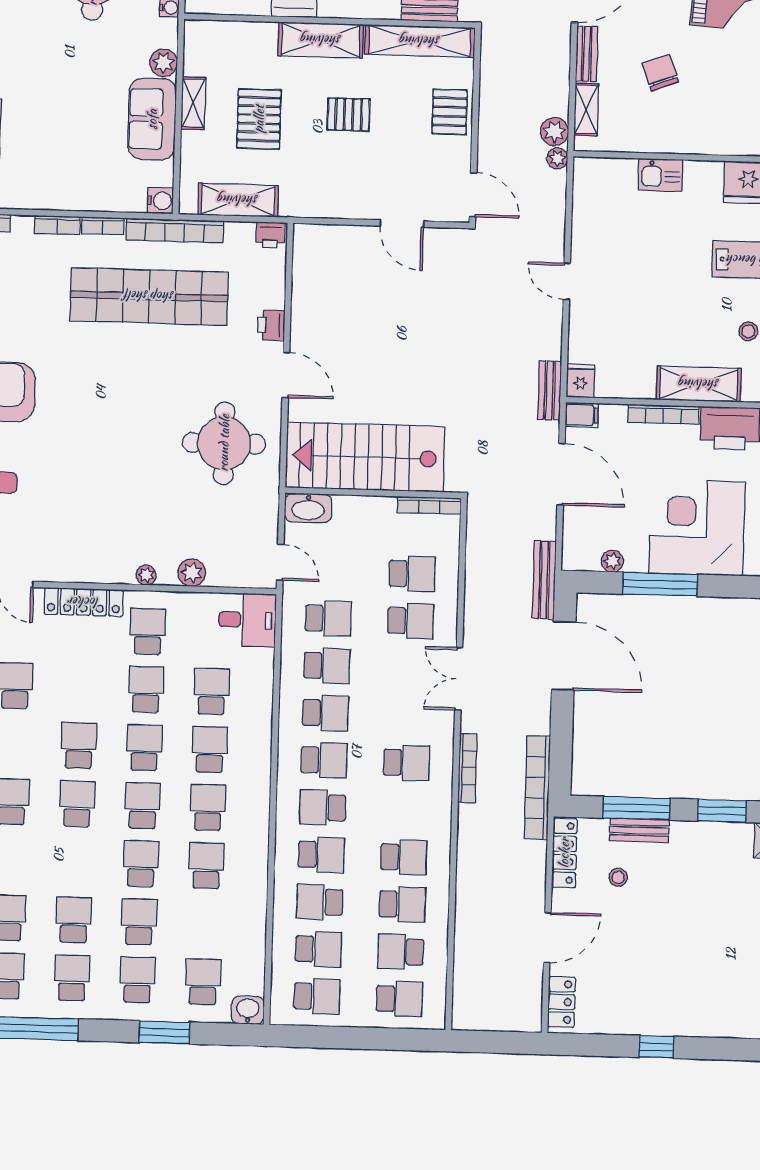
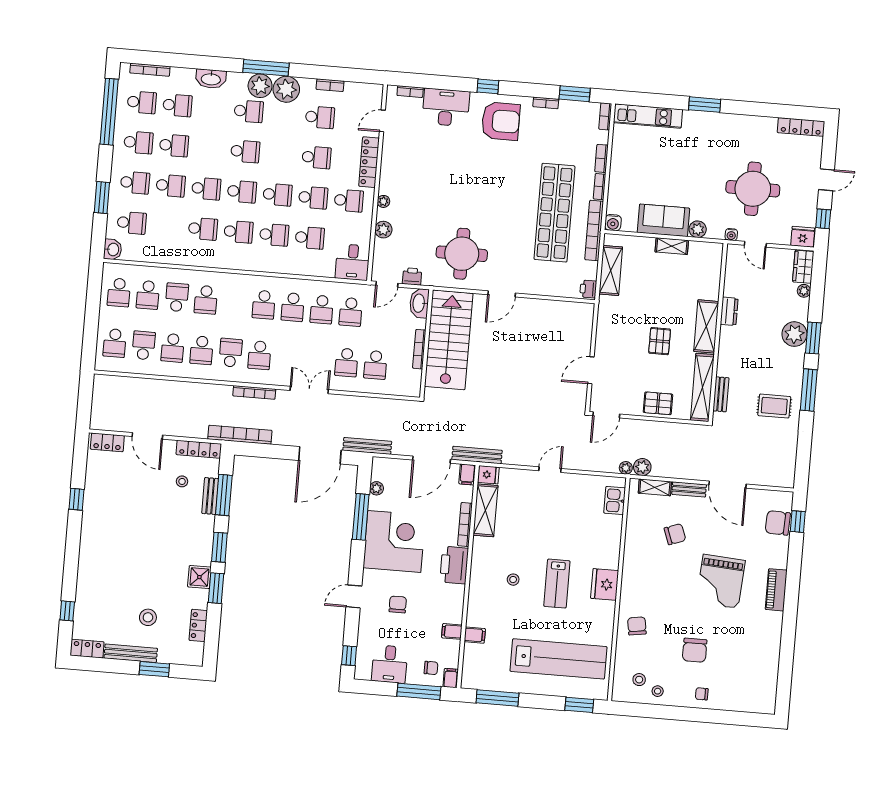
pallet: (259, 119) -> (660, 286), removed
kitchen sink: (661, 175) -> (615, 500), moved
printer: (271, 325) -> (412, 276), moved
shelving: (699, 384) -> (485, 510), moved
bench: (550, 390) -> (477, 455), width x1.36
bookcase: (429, 505) -> (419, 349), moved
school desk: (79, 746) -> (316, 157), moved
school desk: (323, 807) -> (231, 353), moved

